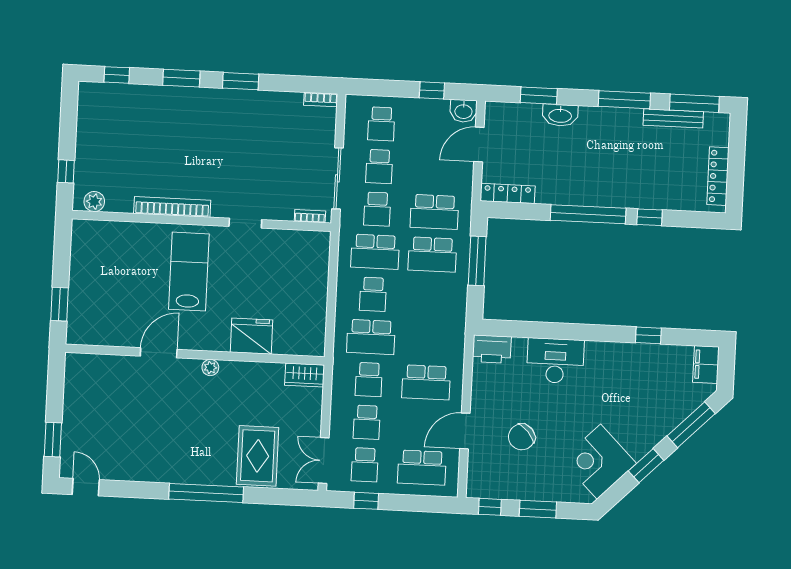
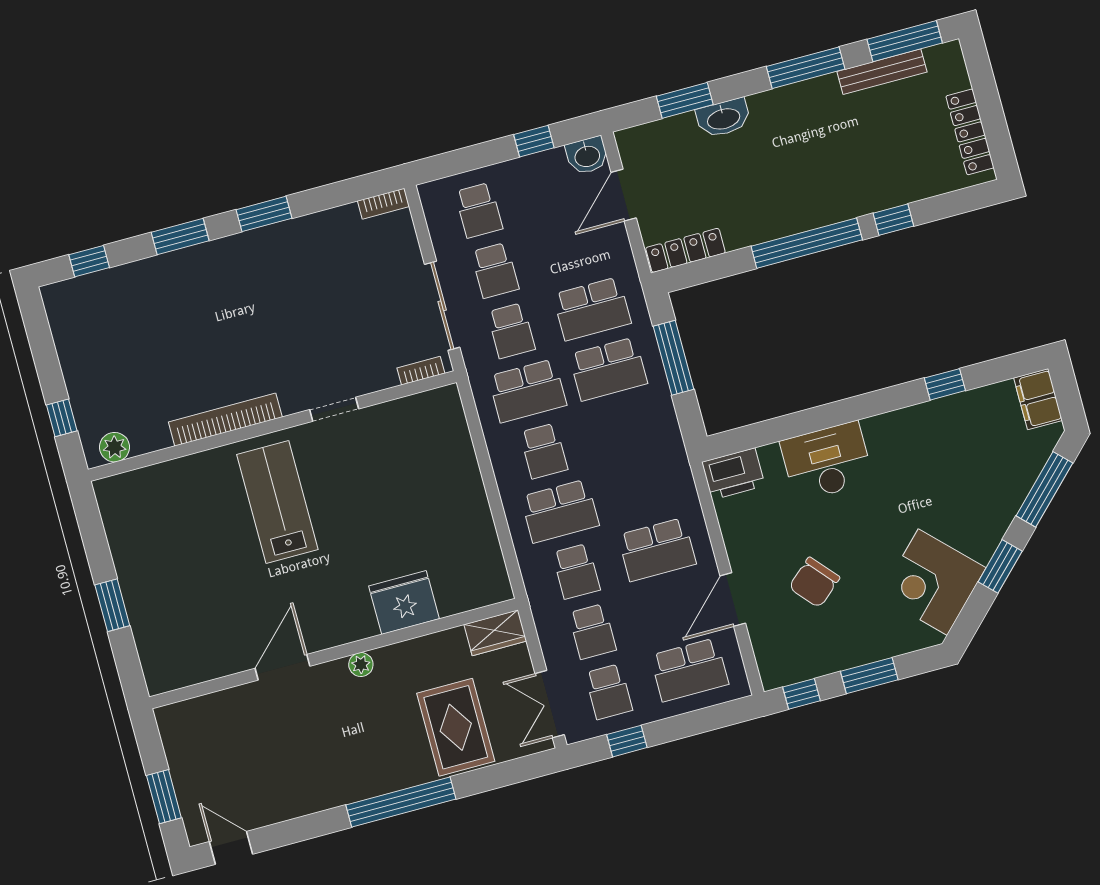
fridge: (251, 336) -> (404, 602), moved
door: (159, 353) -> (282, 667), moved
wall: (195, 355) -> (334, 653), moved
plant: (210, 368) -> (361, 665), moved
wardrobe: (305, 375) -> (495, 633), moved

